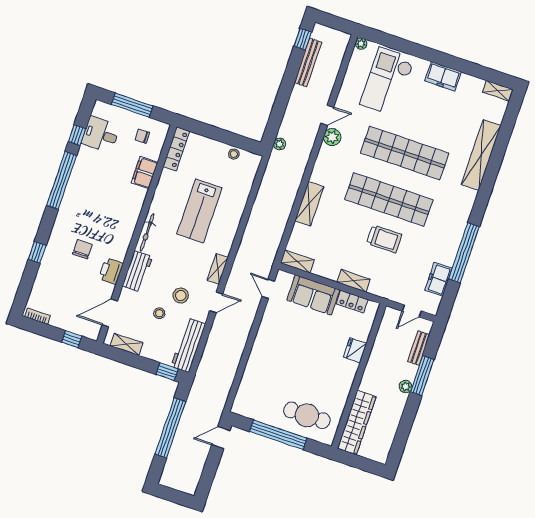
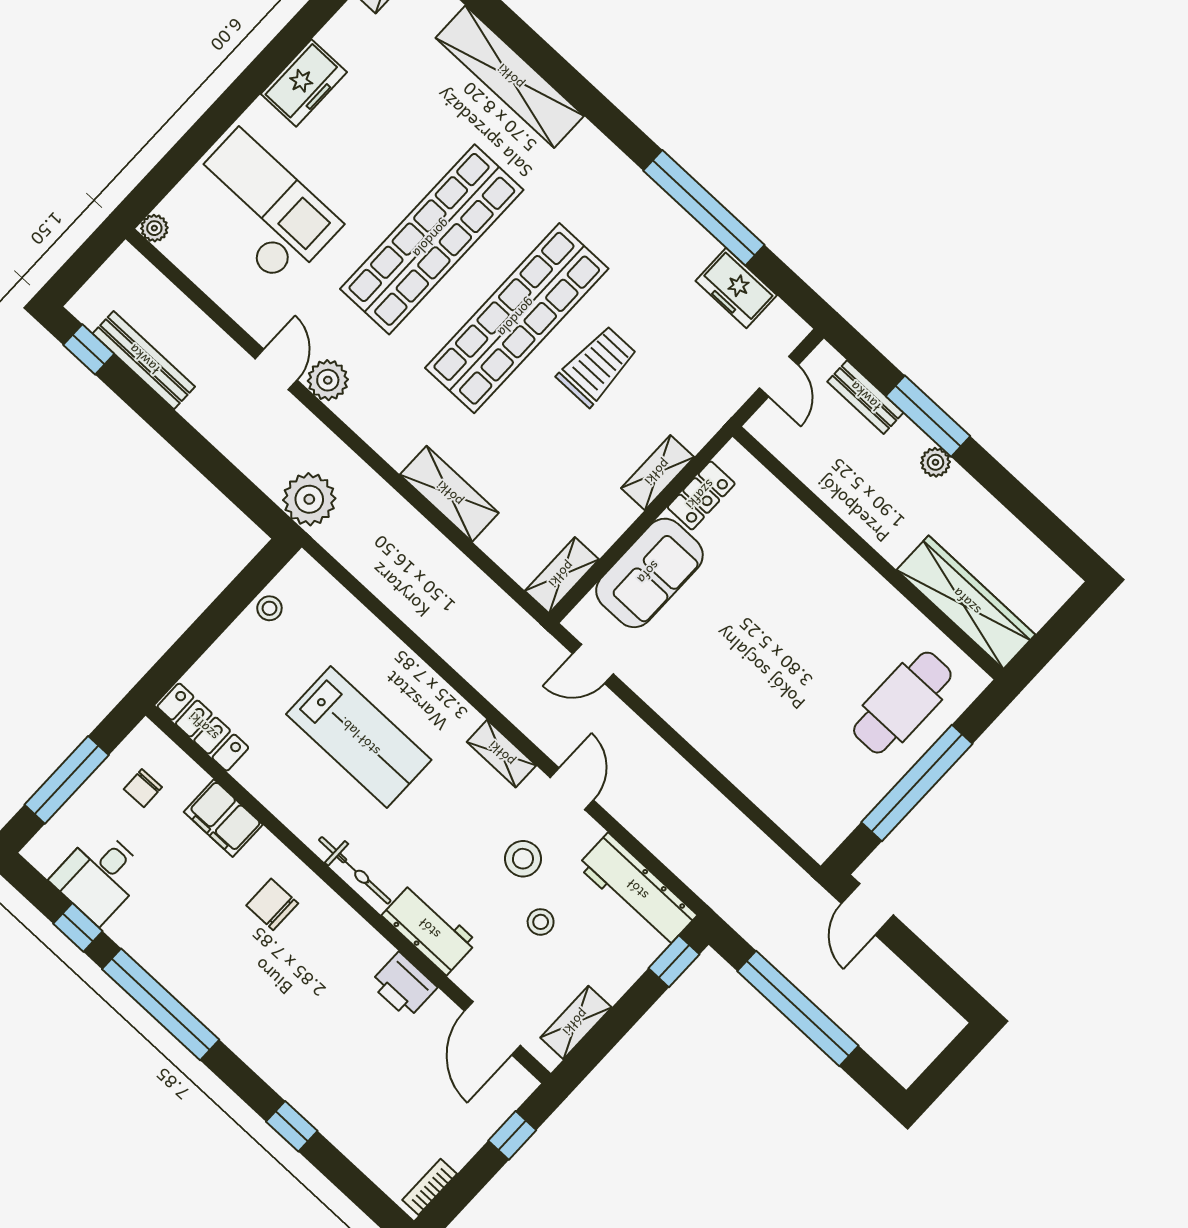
checkout: (387, 82) -> (261, 208), turned 180
plant: (280, 144) -> (309, 499), width x1.87, depth x1.87
chair: (82, 249) -> (272, 904), moved
fridge: (355, 350) -> (809, 536), removed

